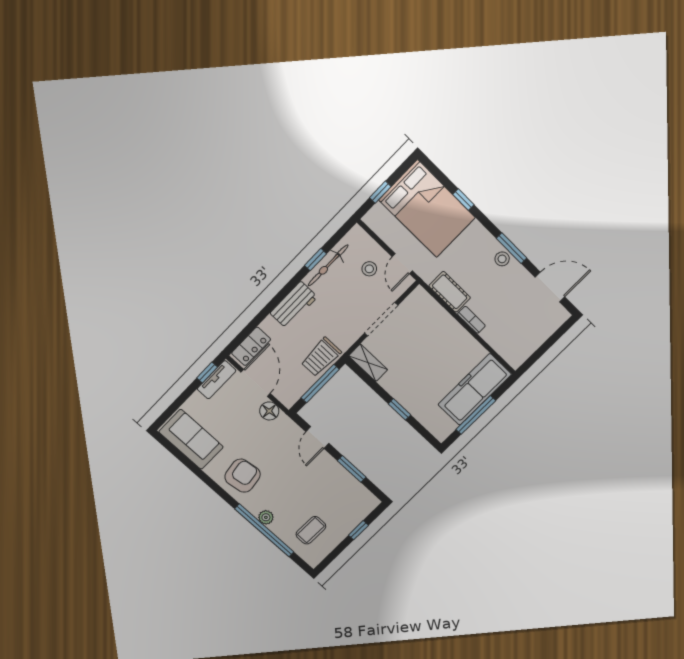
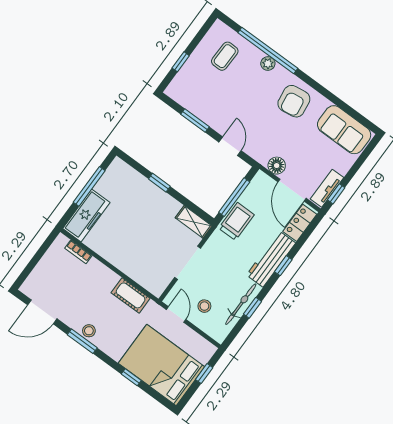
window: (275, 302) -> (283, 266), added
workbench: (294, 305) -> (271, 259), width x1.38
bookcase: (471, 320) -> (78, 252), moved
freezer: (475, 389) -> (86, 215), width x0.73, depth x0.79

